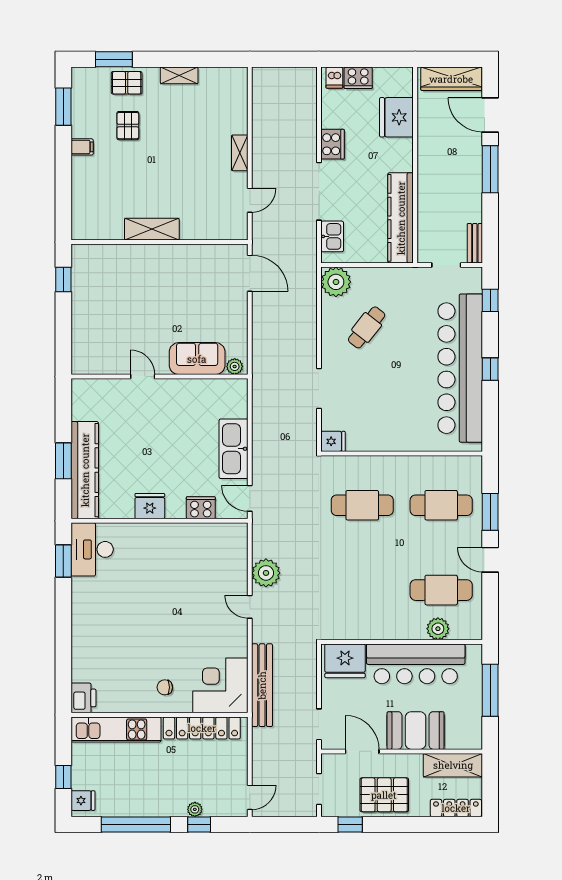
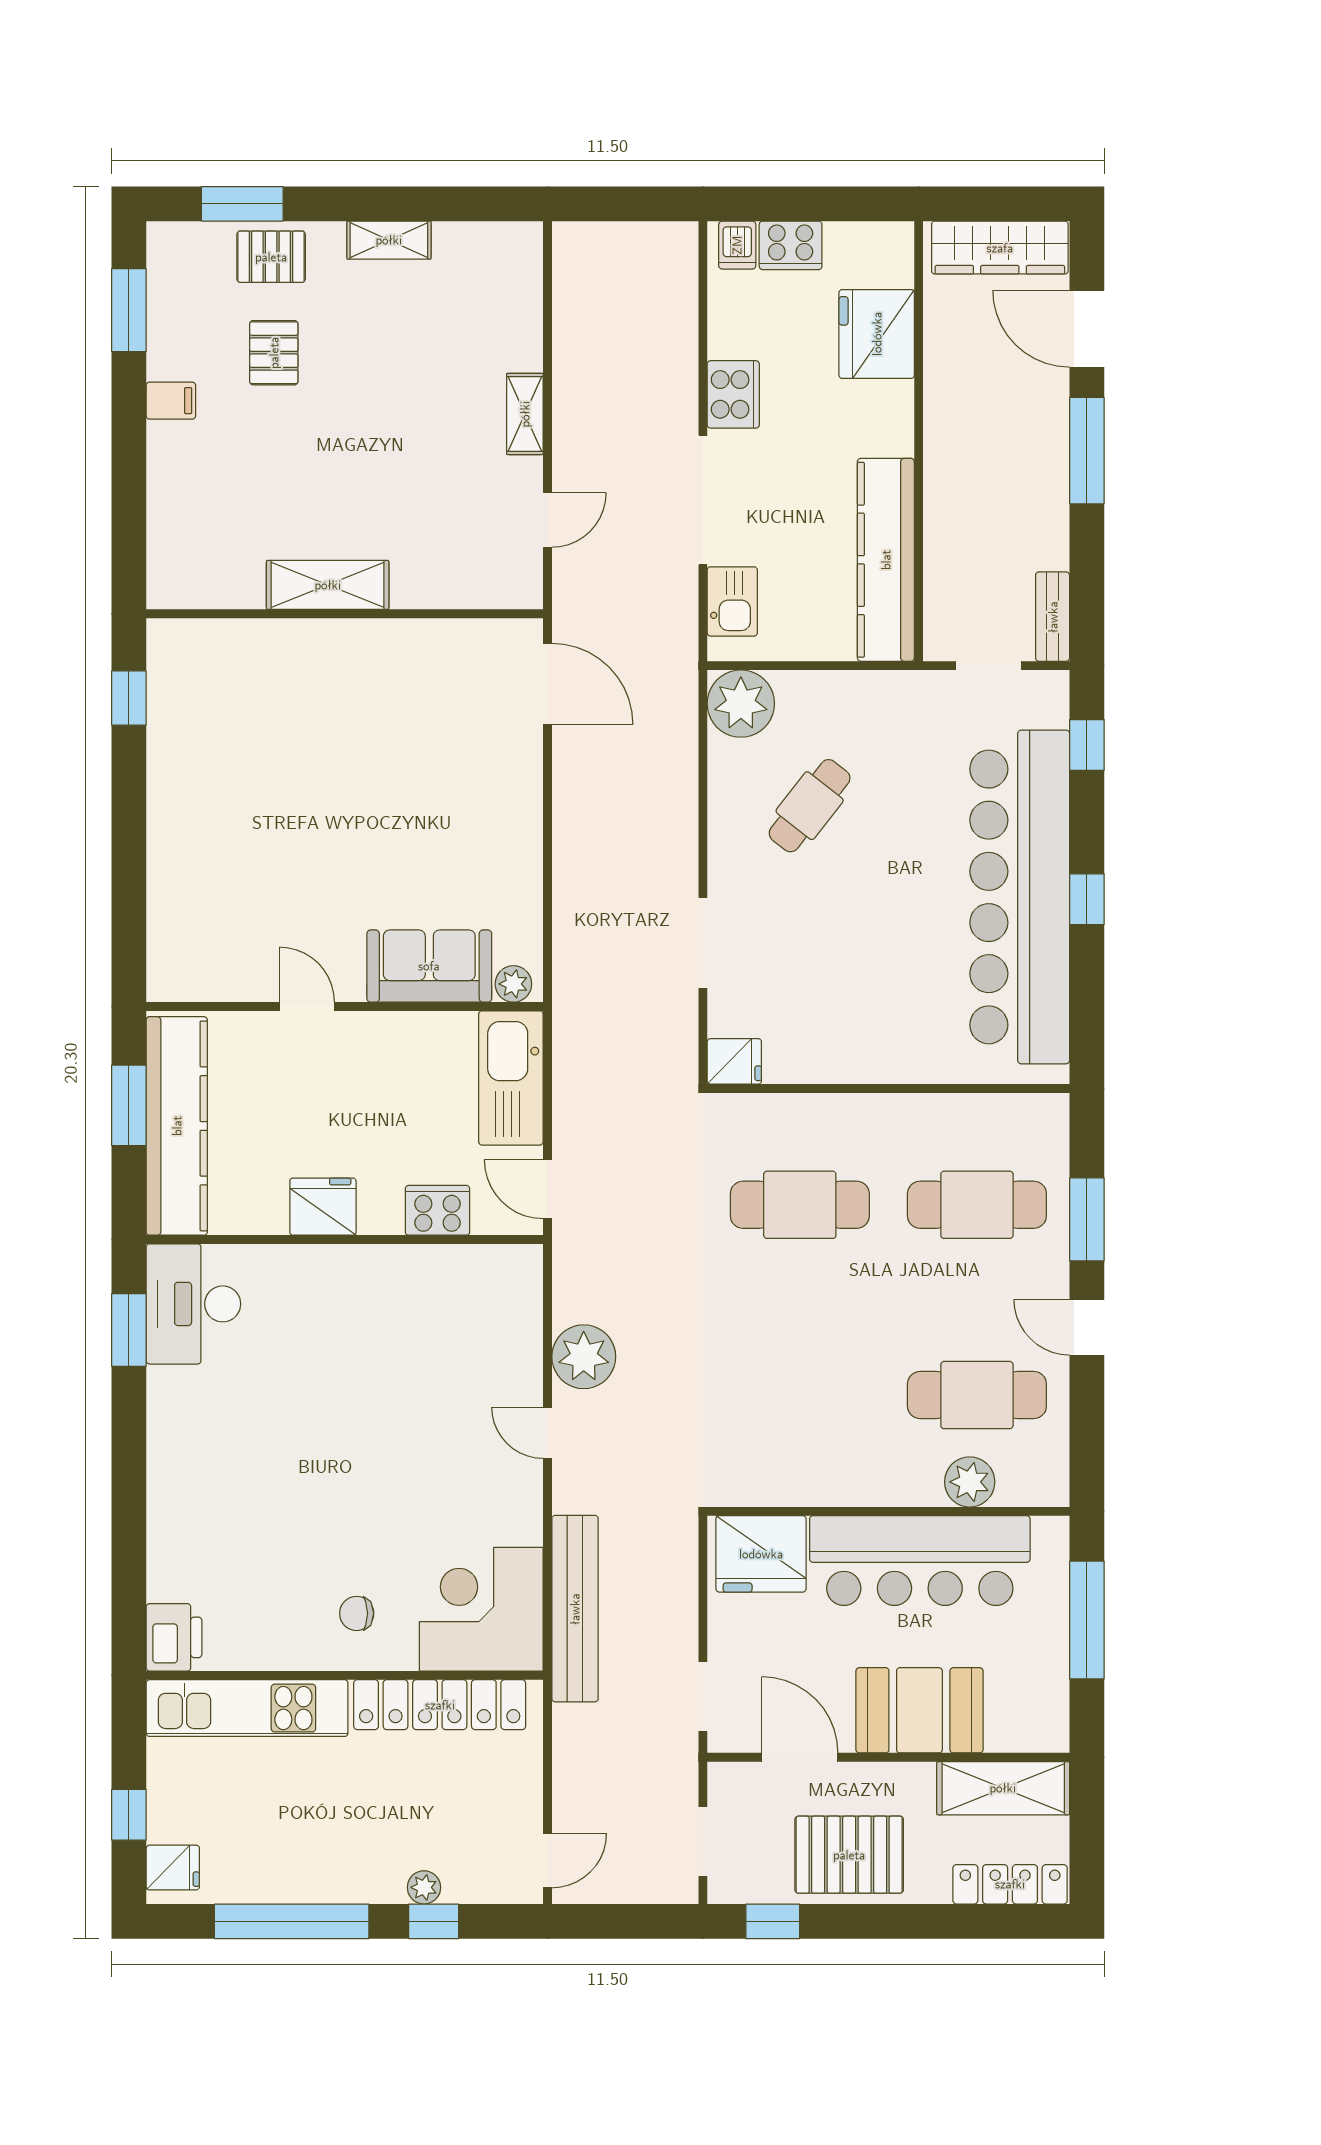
sofa: (197, 359) -> (429, 966), moved
plant: (235, 366) -> (513, 984), moved
door: (143, 377) -> (307, 1006), moved
wall: (159, 377) -> (345, 1006), moved

